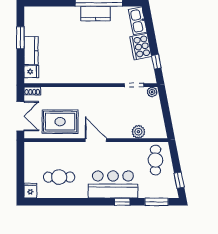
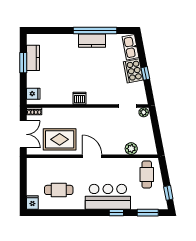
kitchen counter: (31, 51) -> (33, 58), moved
window: (156, 62) -> (145, 73), moved
dishwasher: (82, 77) -> (79, 98), added

